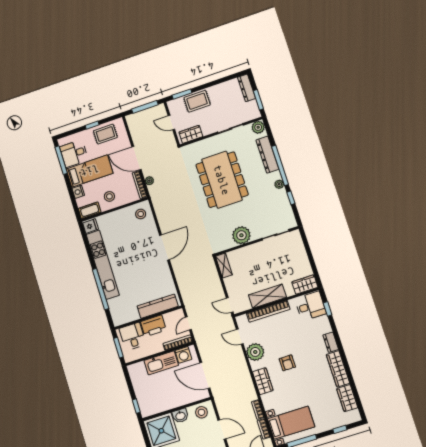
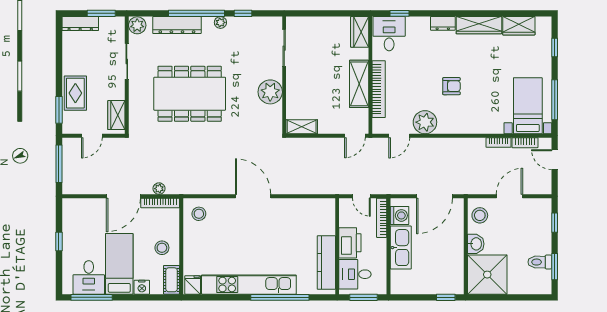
rug: (105, 134) -> (77, 227), removed
kitchen counter: (158, 306) -> (326, 263), moved
wardrobe: (263, 381) -> (465, 125), removed

